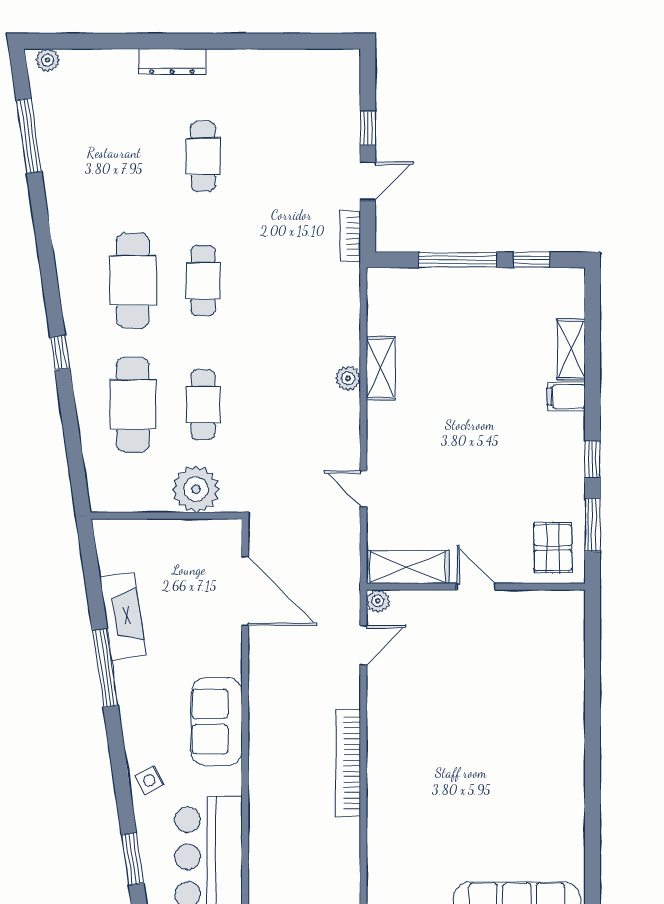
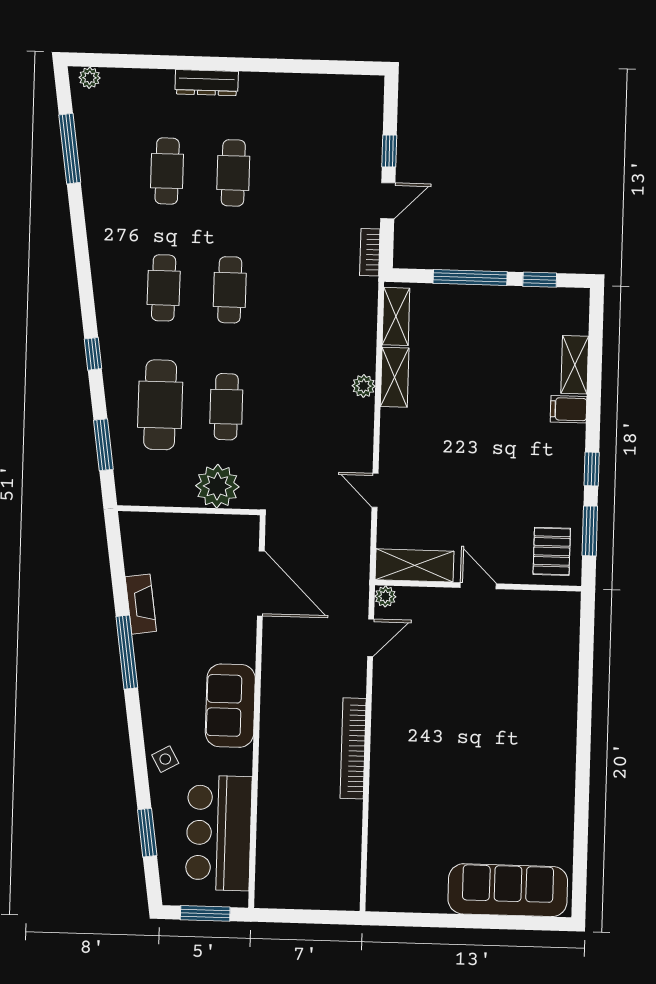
cafe table: (133, 156) -> (167, 171), added
cafe table: (133, 281) -> (164, 288), width x0.73, depth x0.74
shelving: (380, 304) -> (396, 316), added
window: (74, 449) -> (103, 445), added
fireplace: (123, 616) -> (141, 604), width x0.73, depth x0.76

